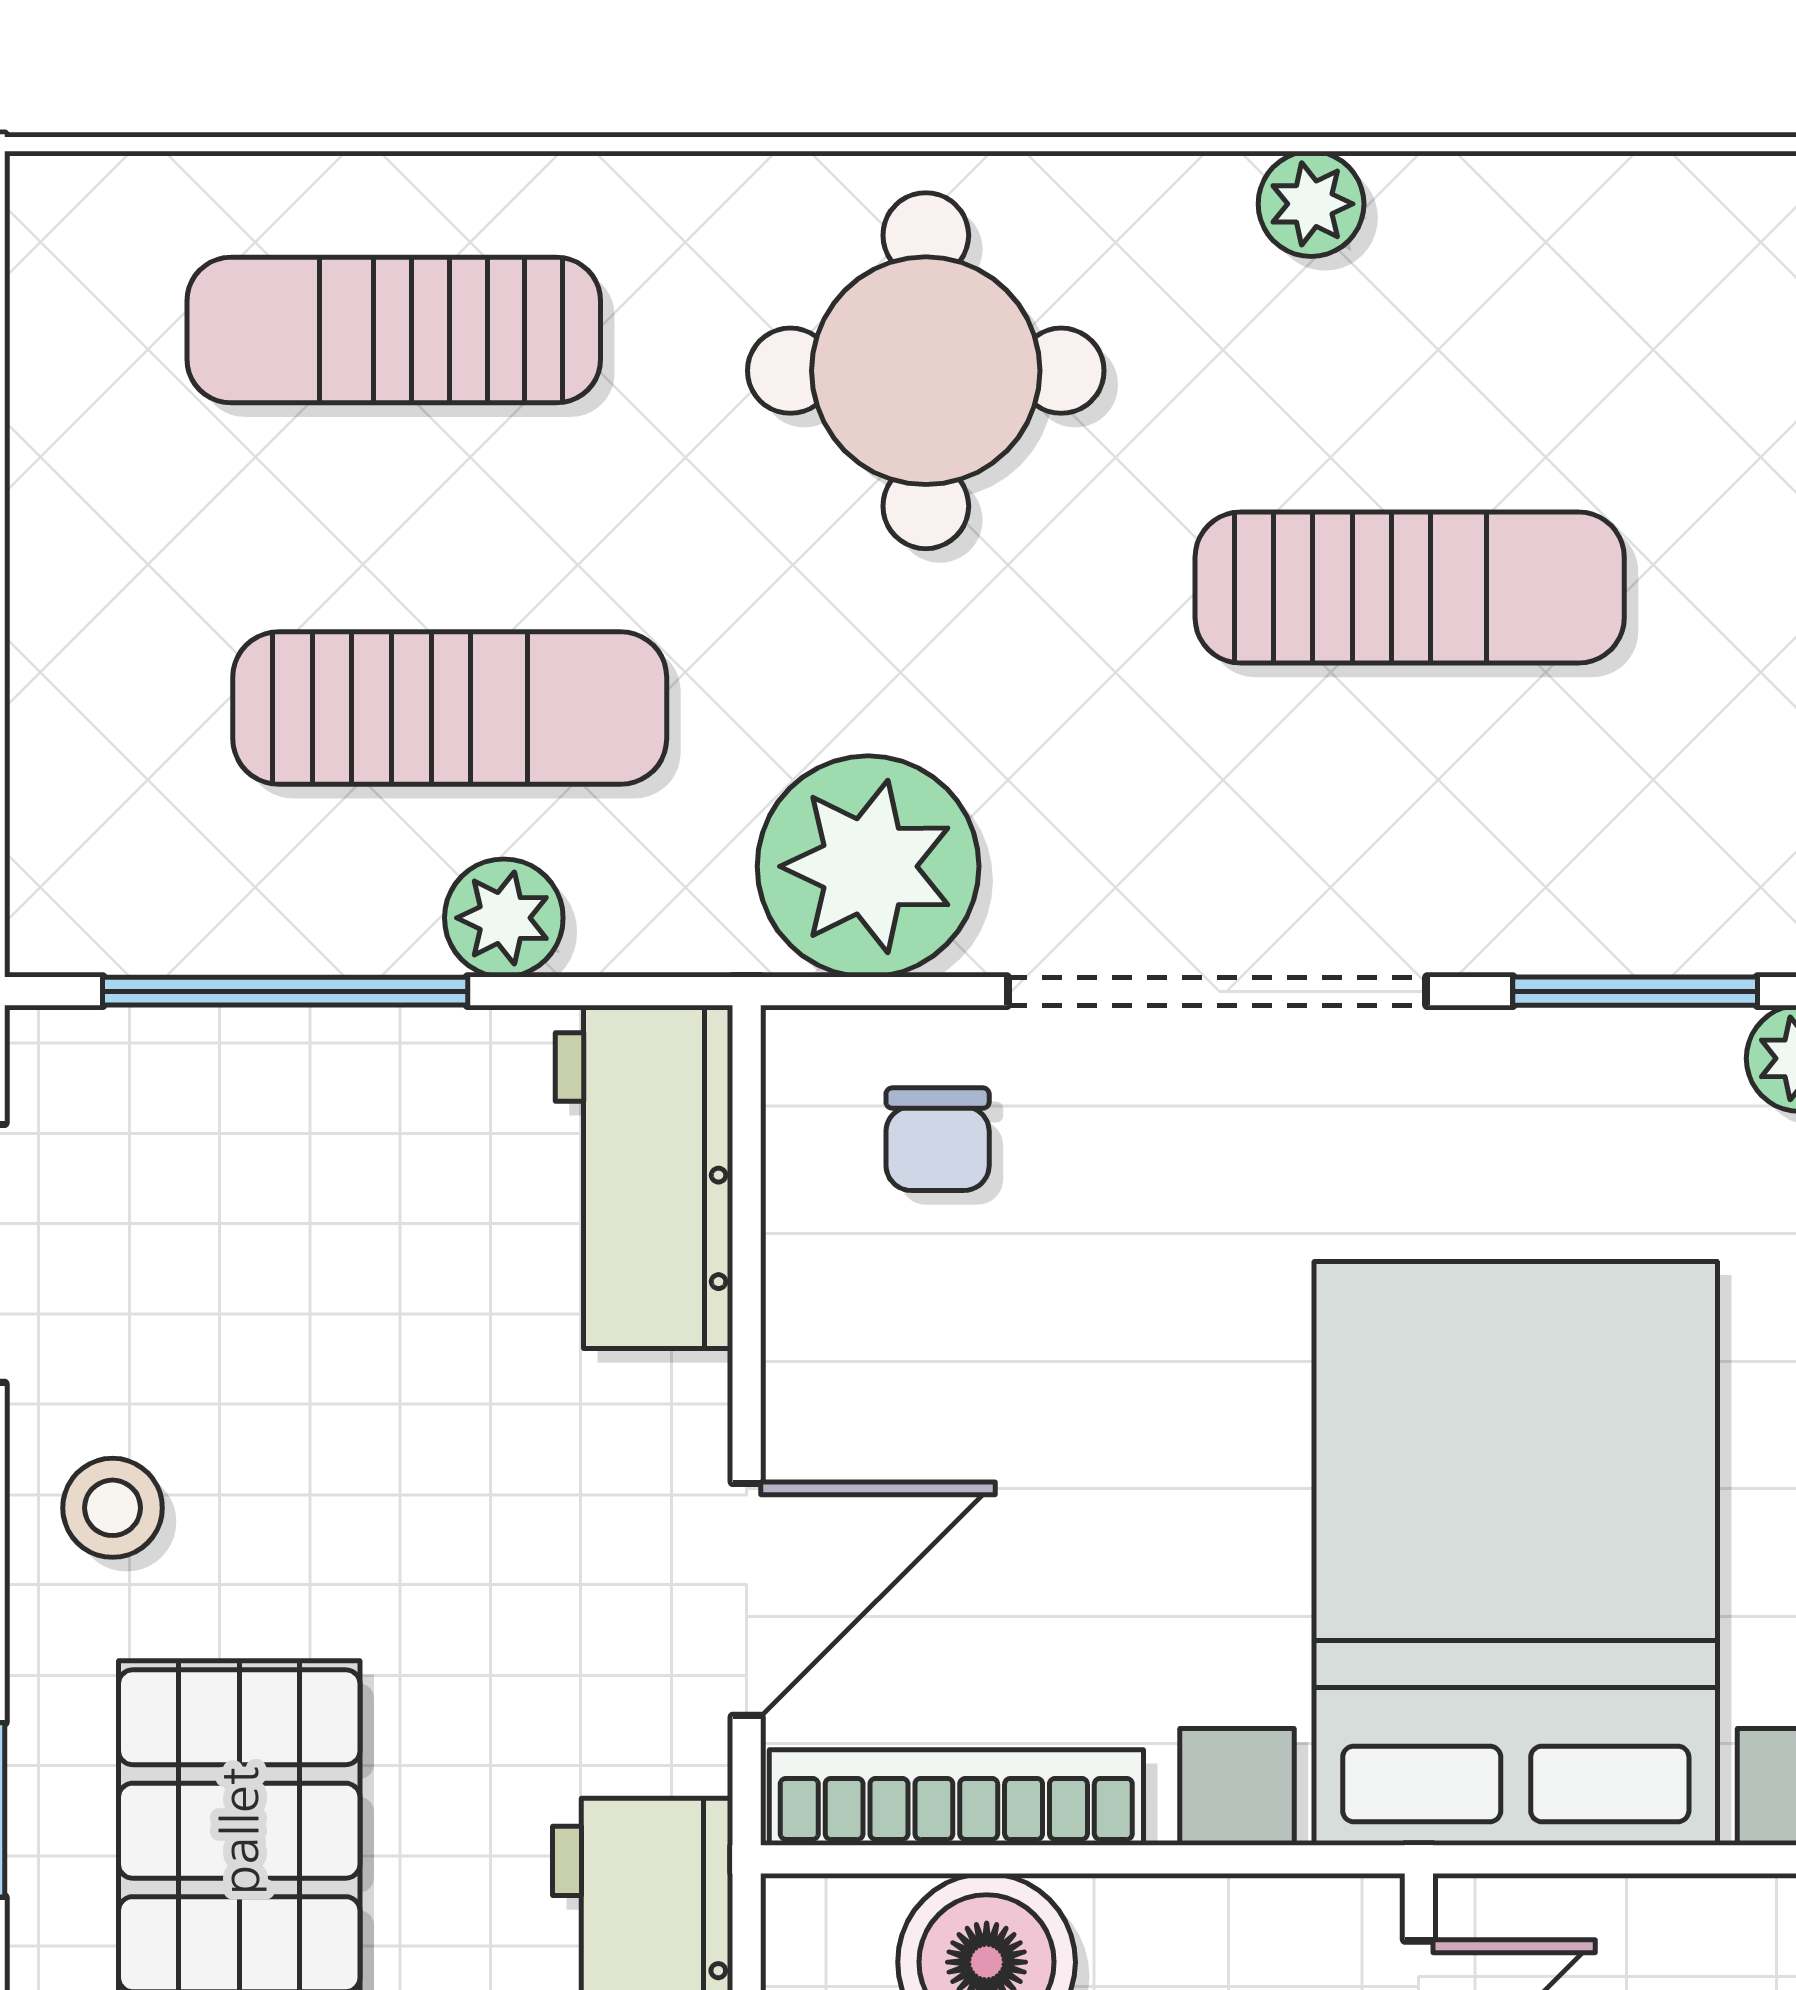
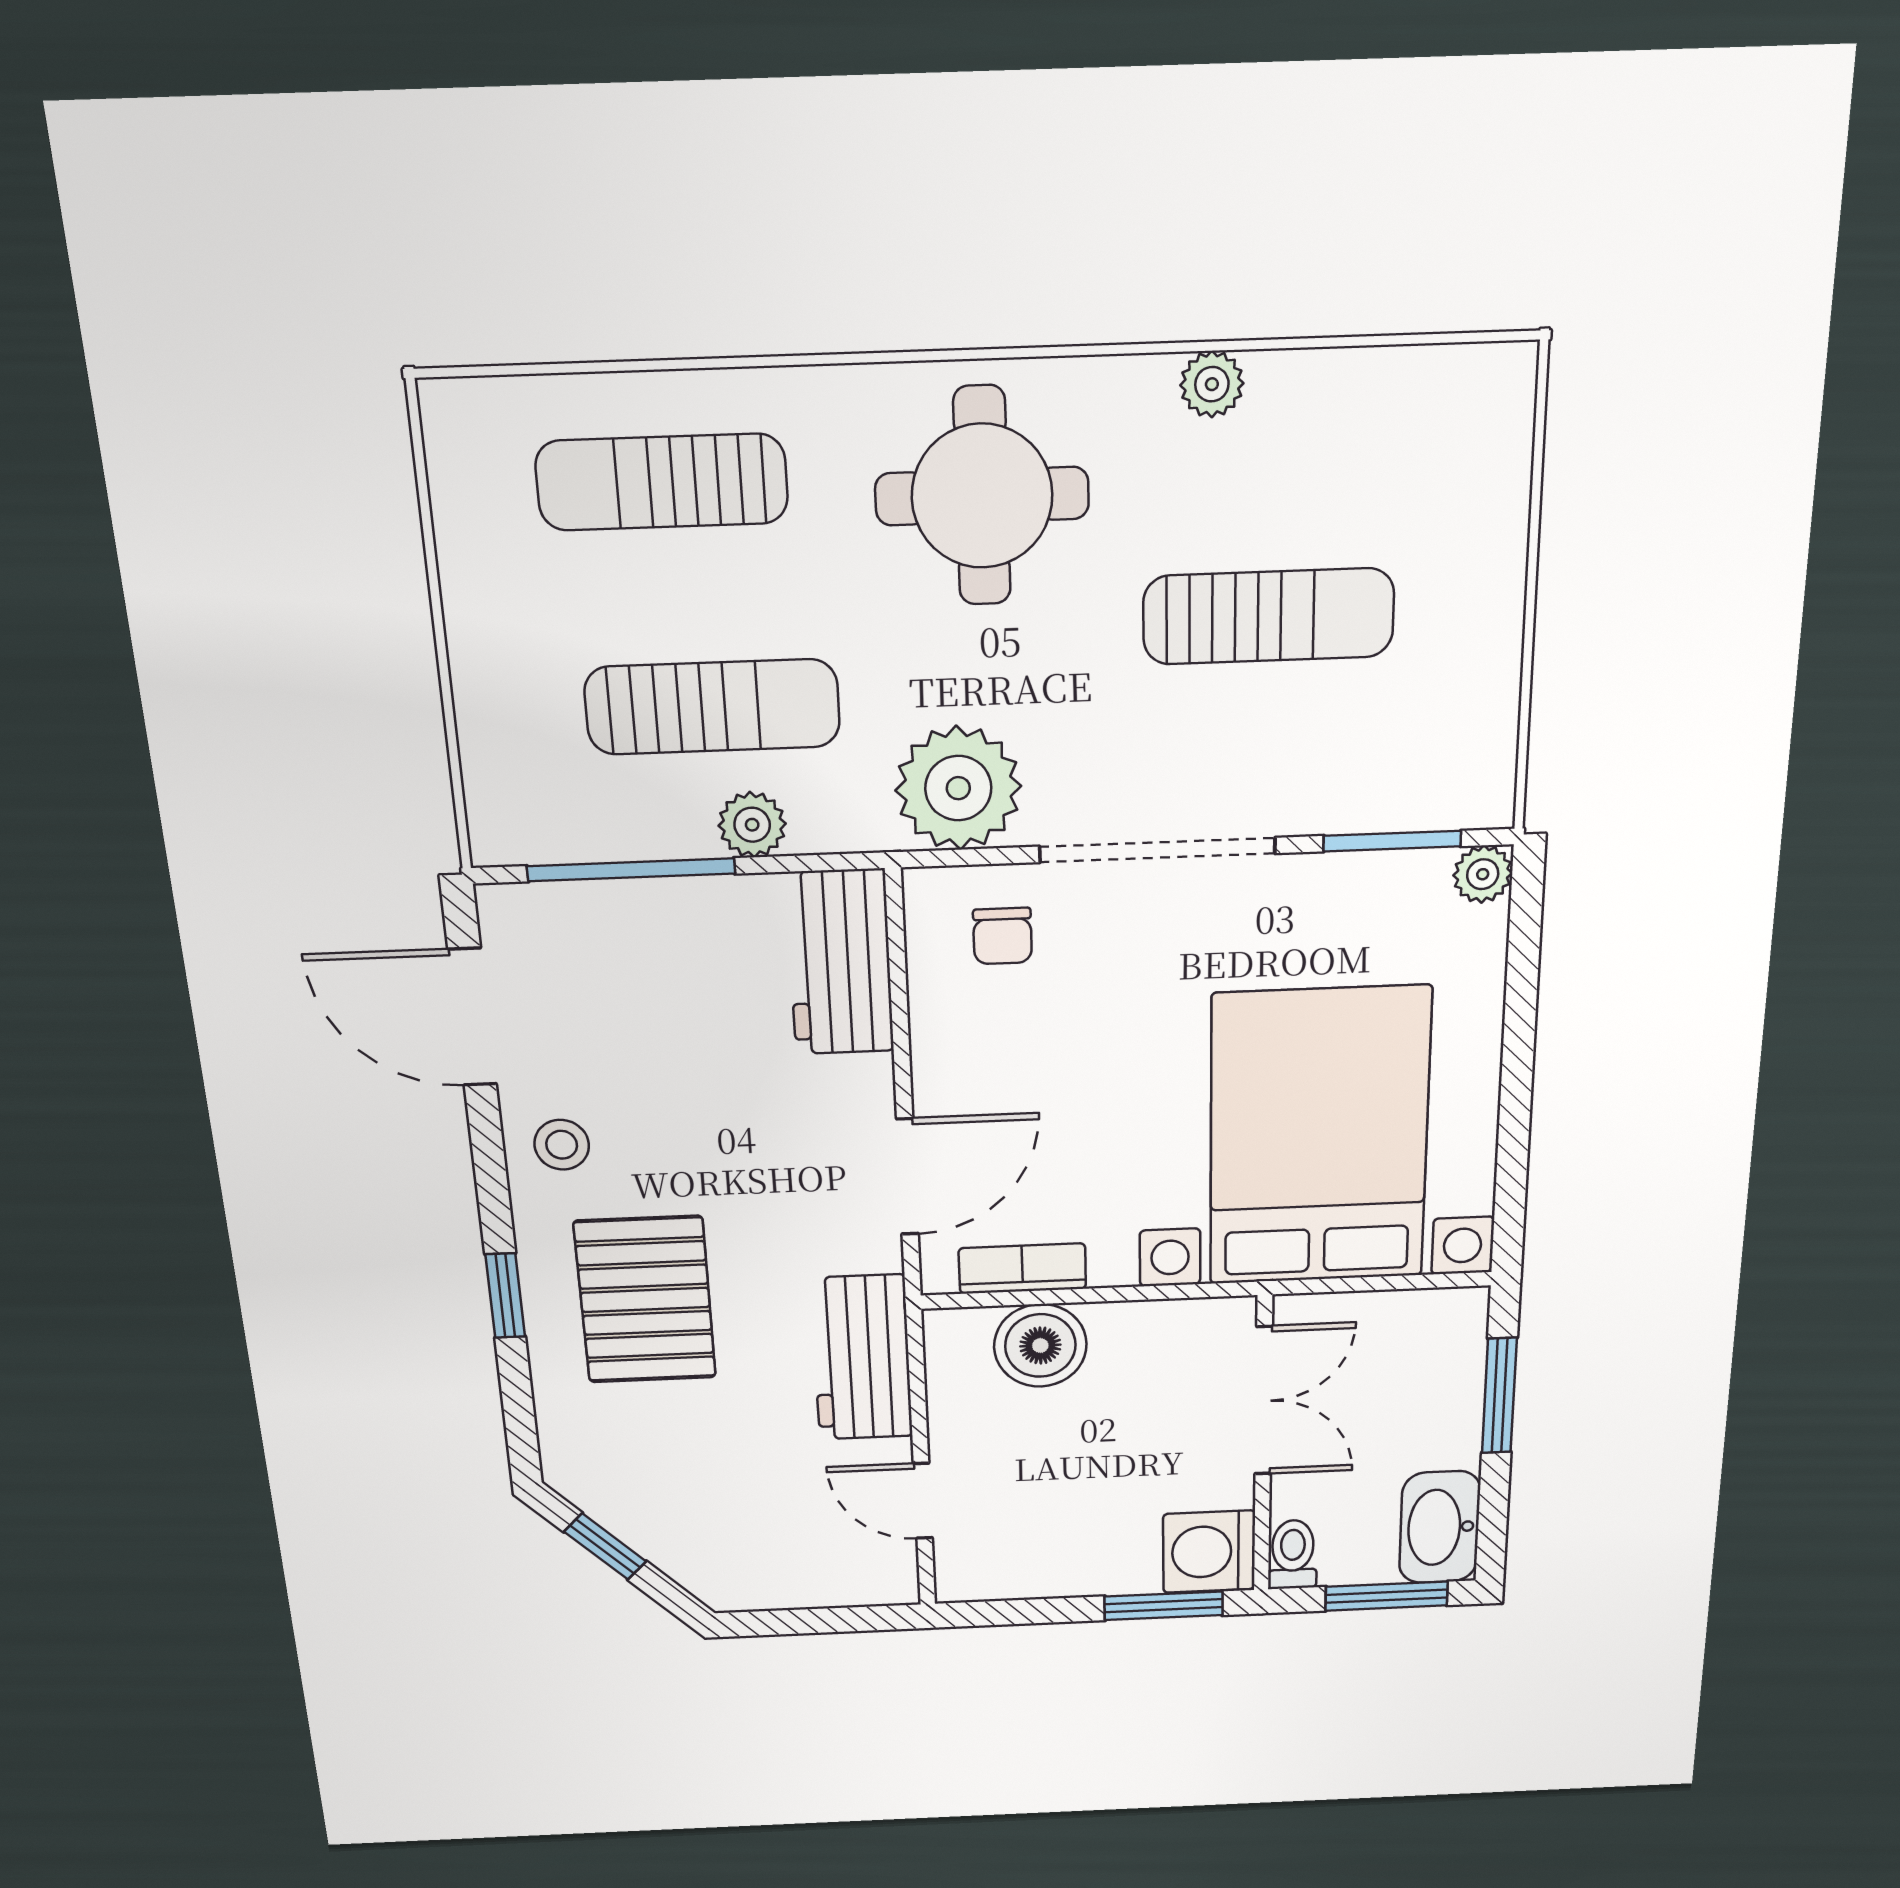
bookcase: (956, 1797) -> (1022, 1268), width x0.64

